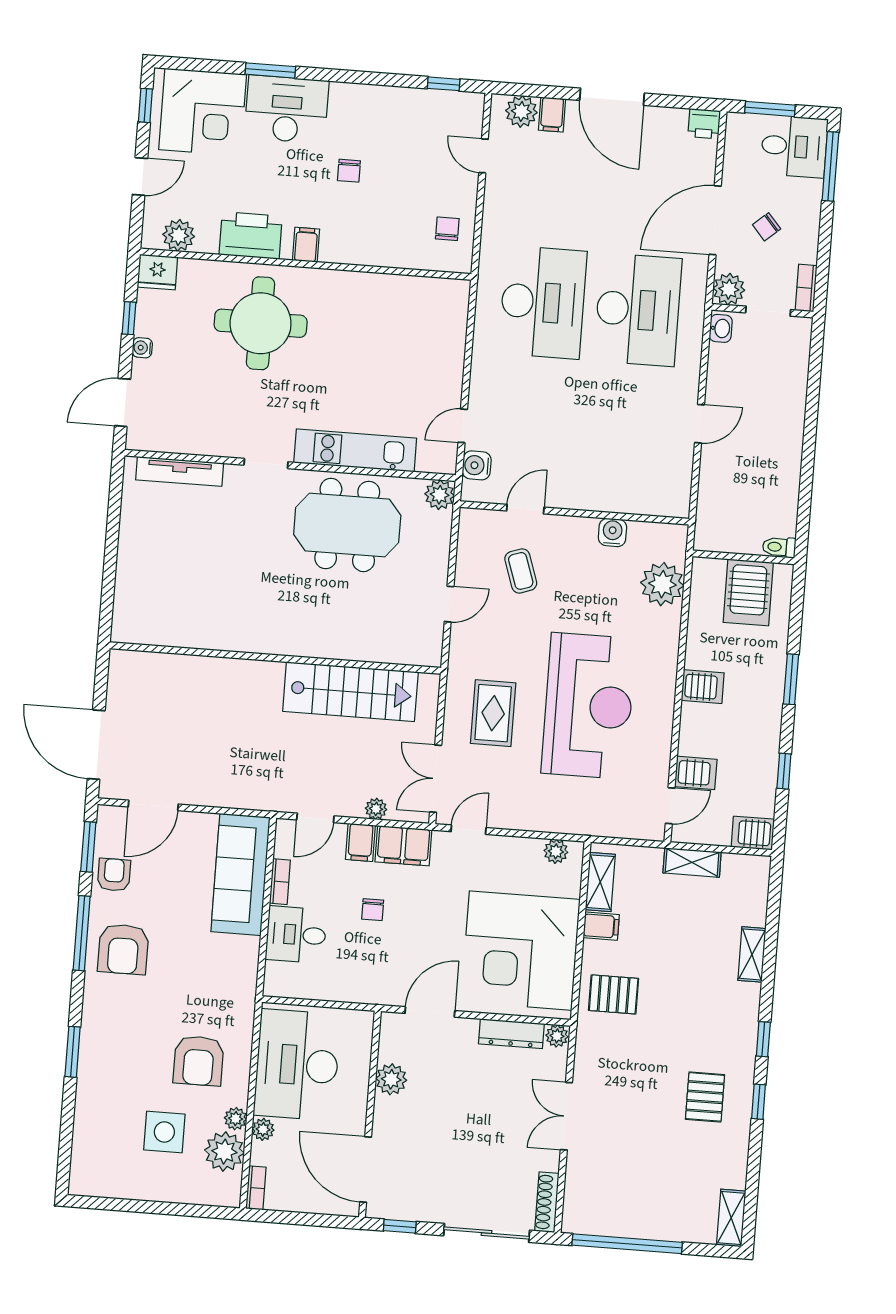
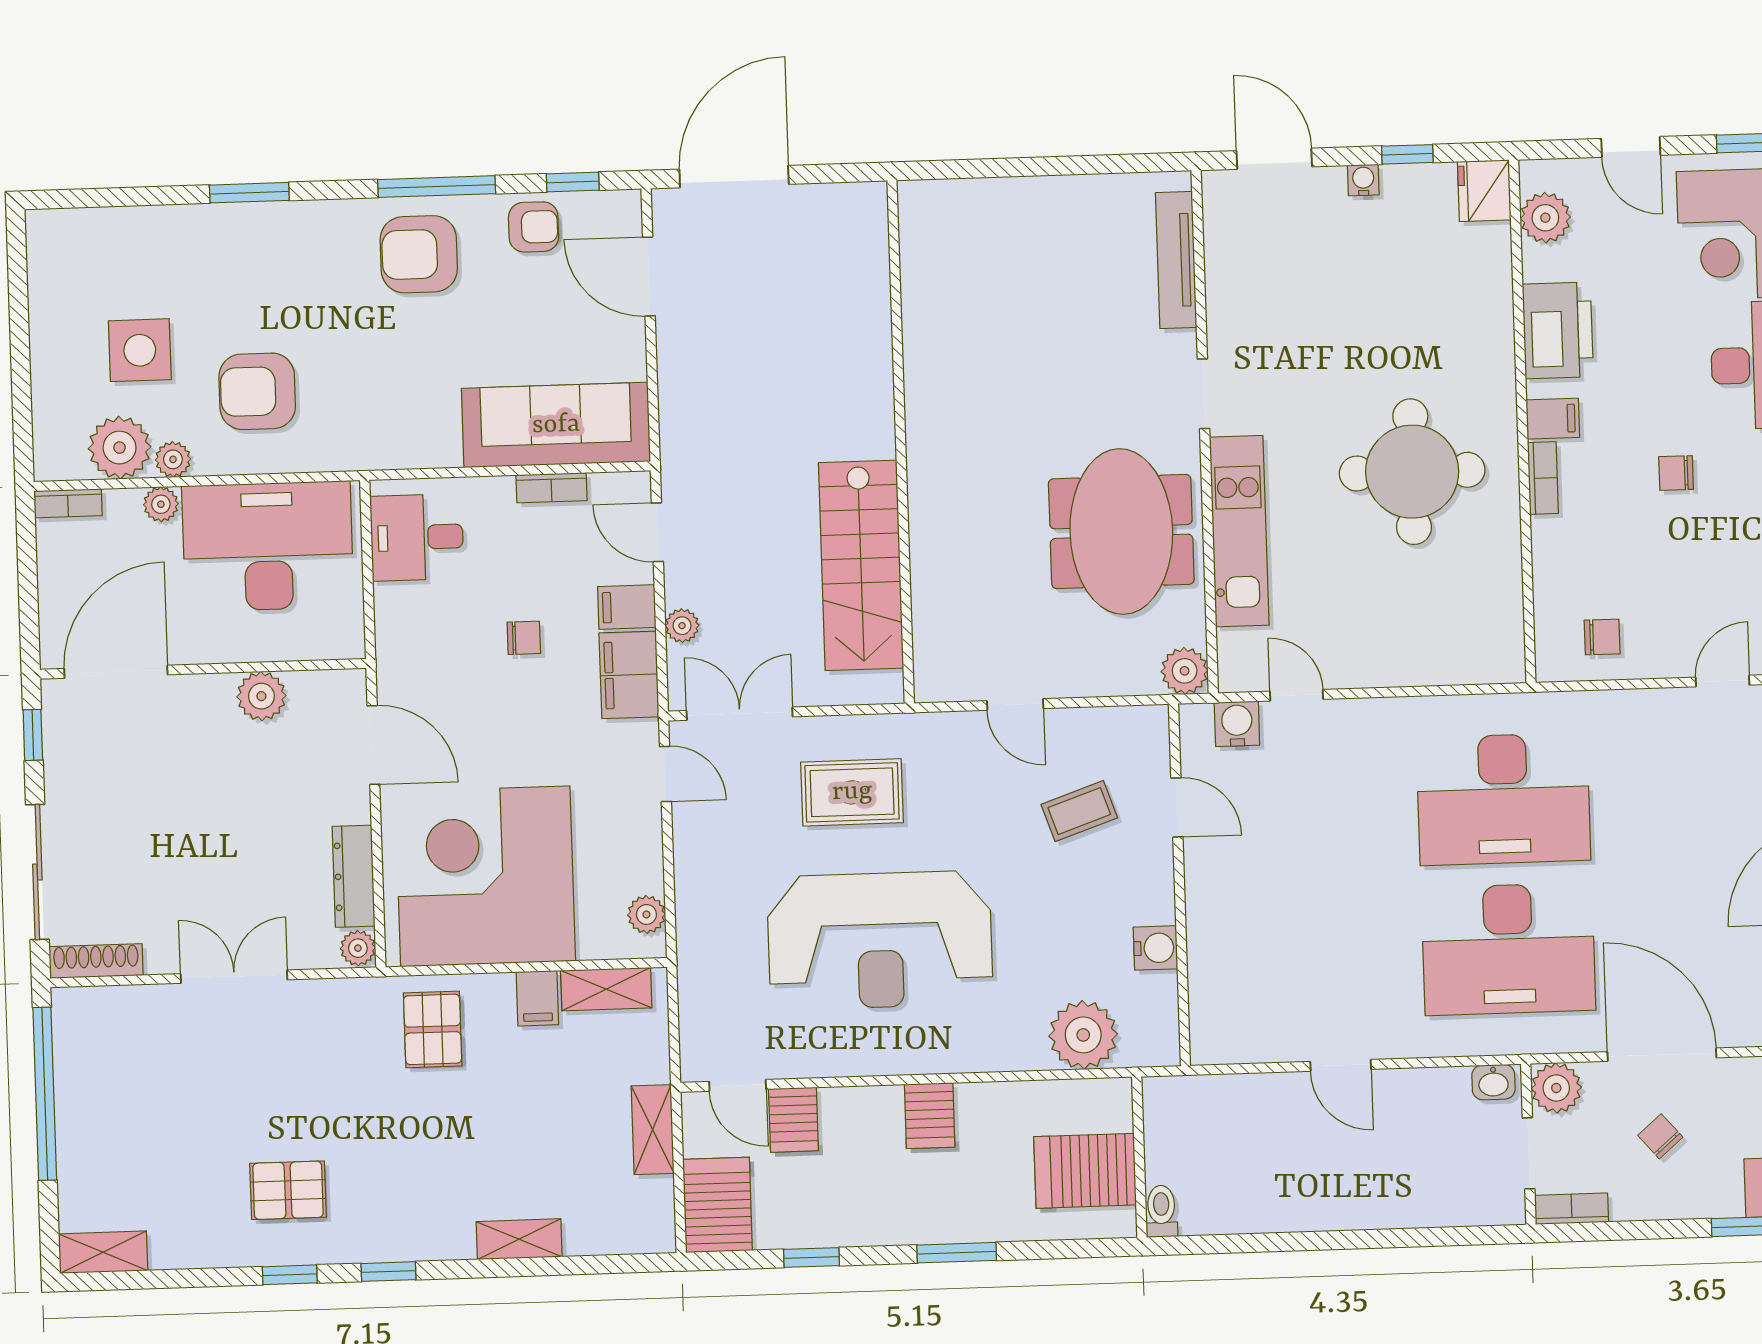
bookcase: (343, 255) -> (1543, 478), added
round table: (261, 323) -> (1412, 472), moved
server rack: (753, 833) -> (718, 1205), width x1.36, depth x1.44
window: (88, 847) -> (573, 182), width x0.67
chair: (373, 910) -> (524, 638), turned 180
desk: (296, 935) -> (417, 537), moved, turned -90

